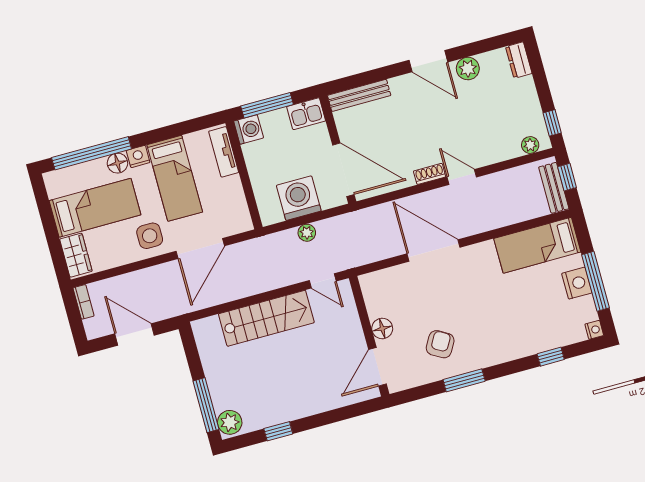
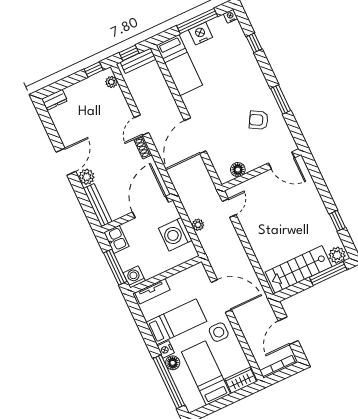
plant: (468, 69) -> (87, 177), moved
bookcase: (84, 302) -> (278, 367), width x1.56
stairs: (266, 318) -> (299, 269), moved, turned -90
floor lamp: (382, 328) -> (238, 170), moved

